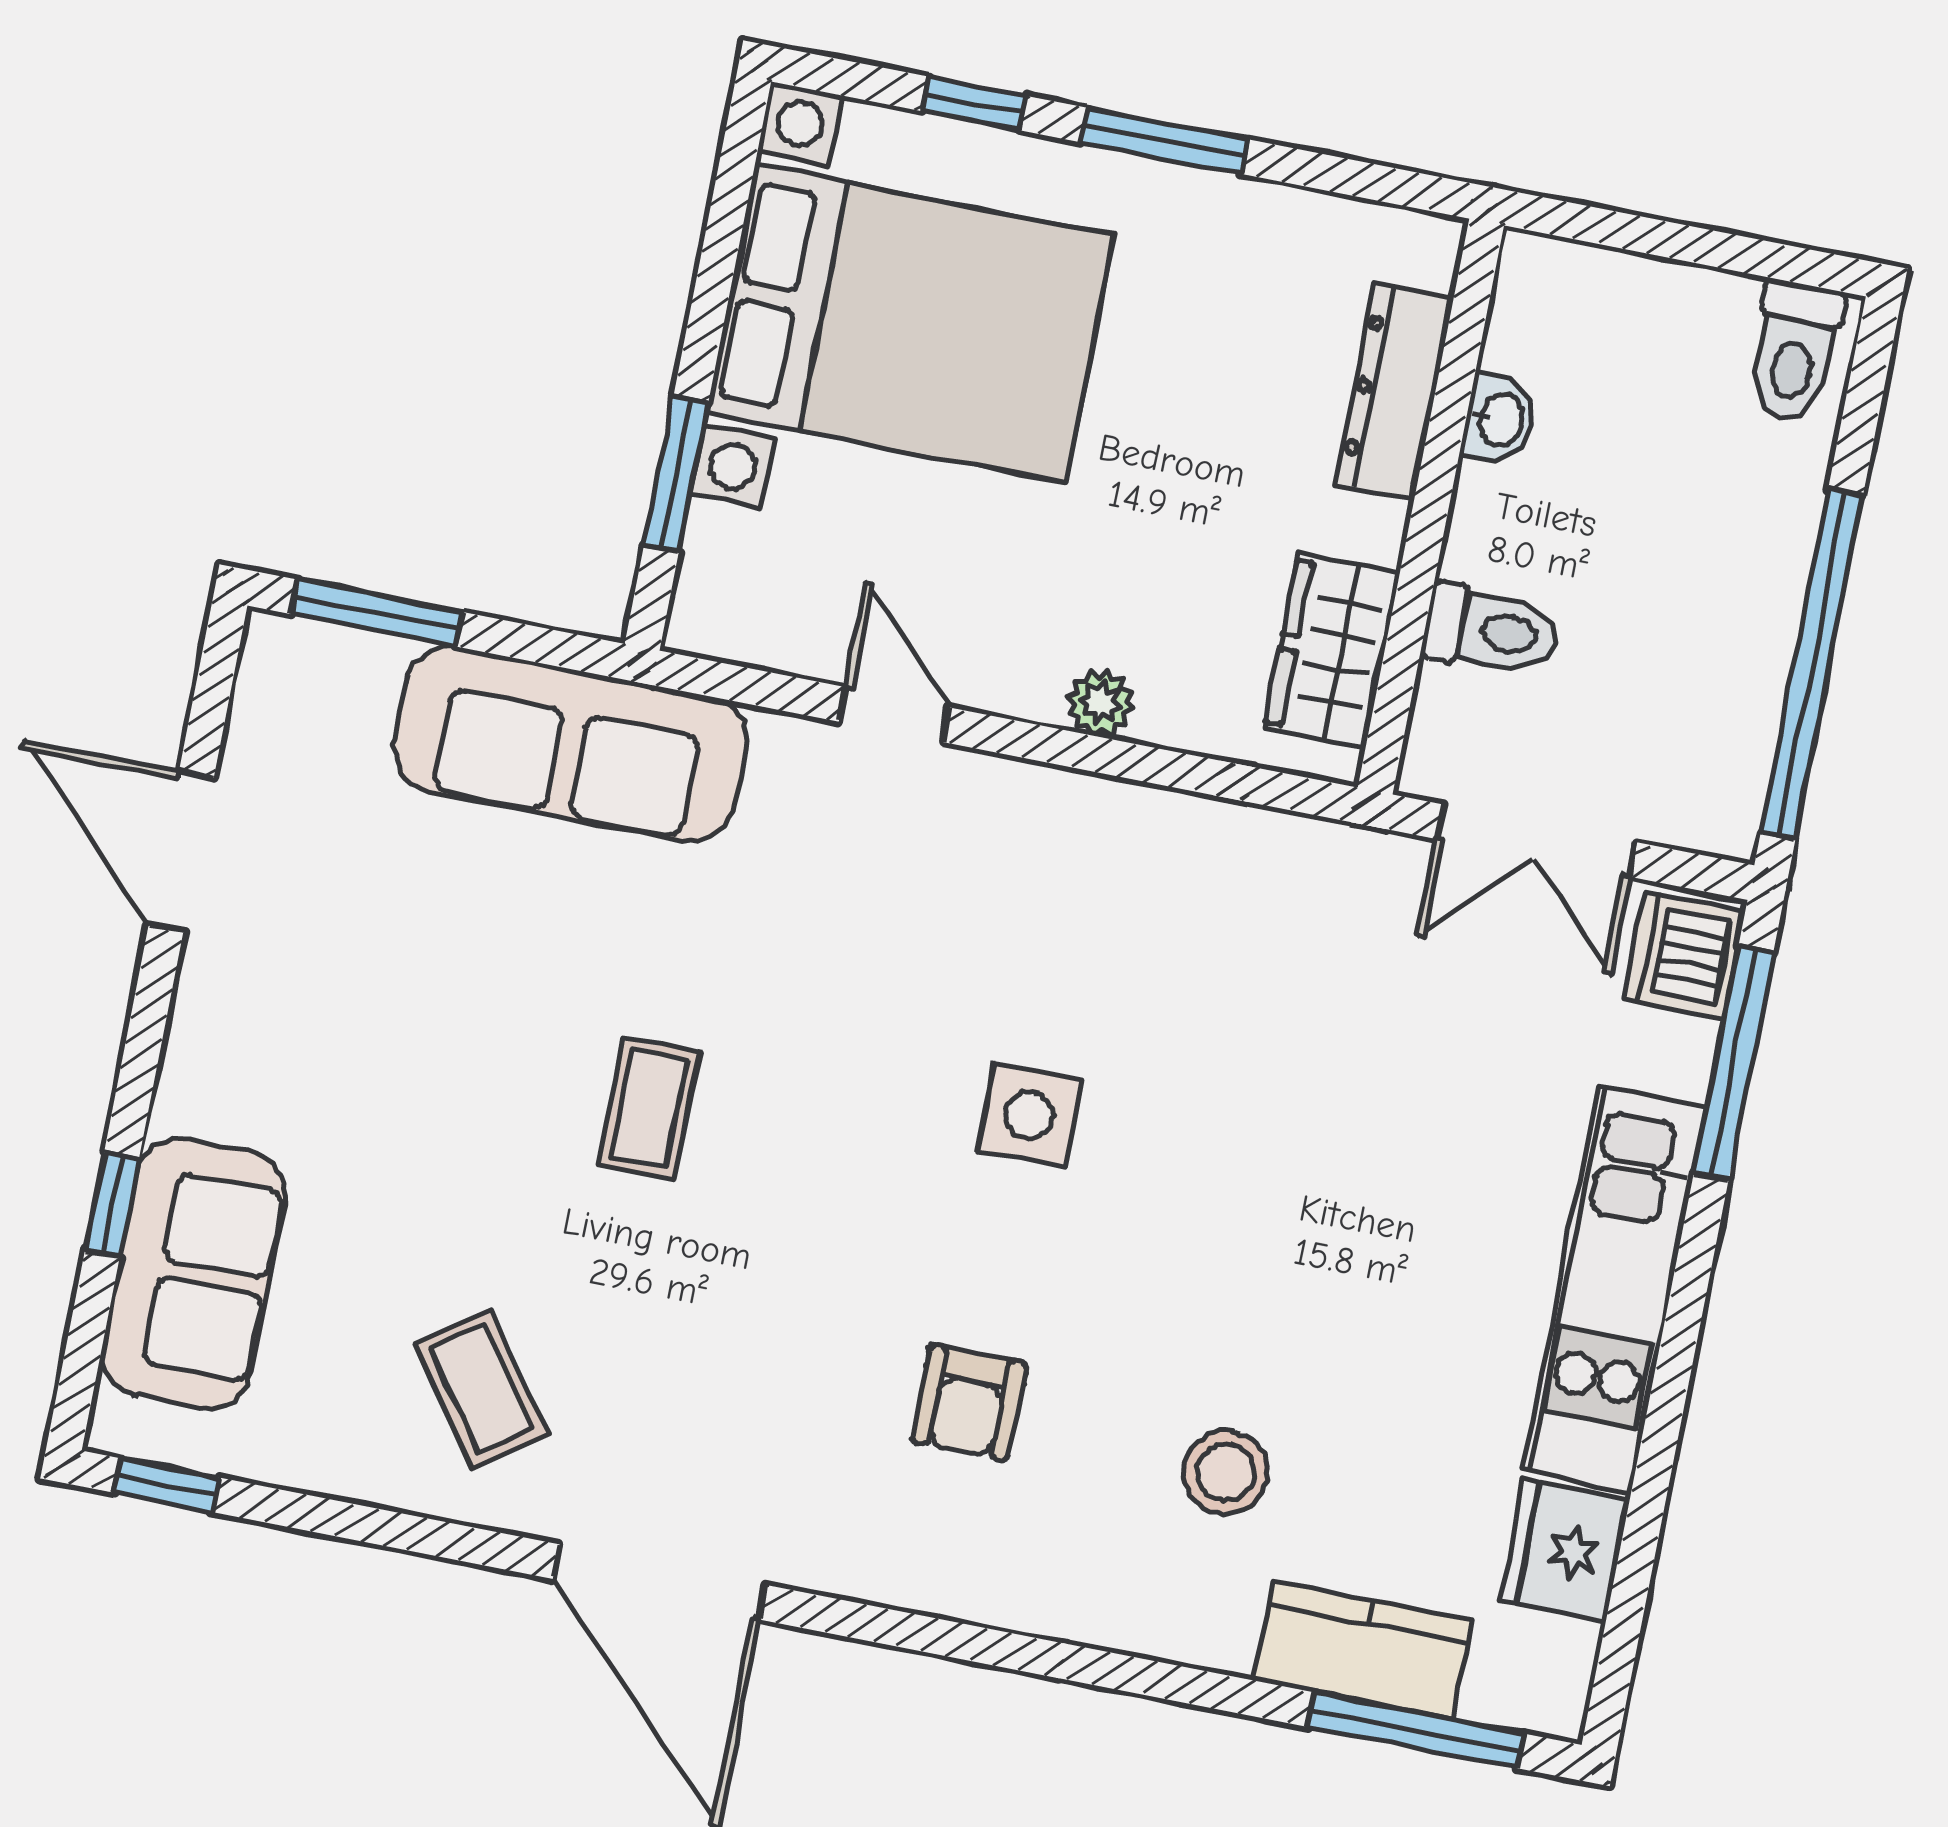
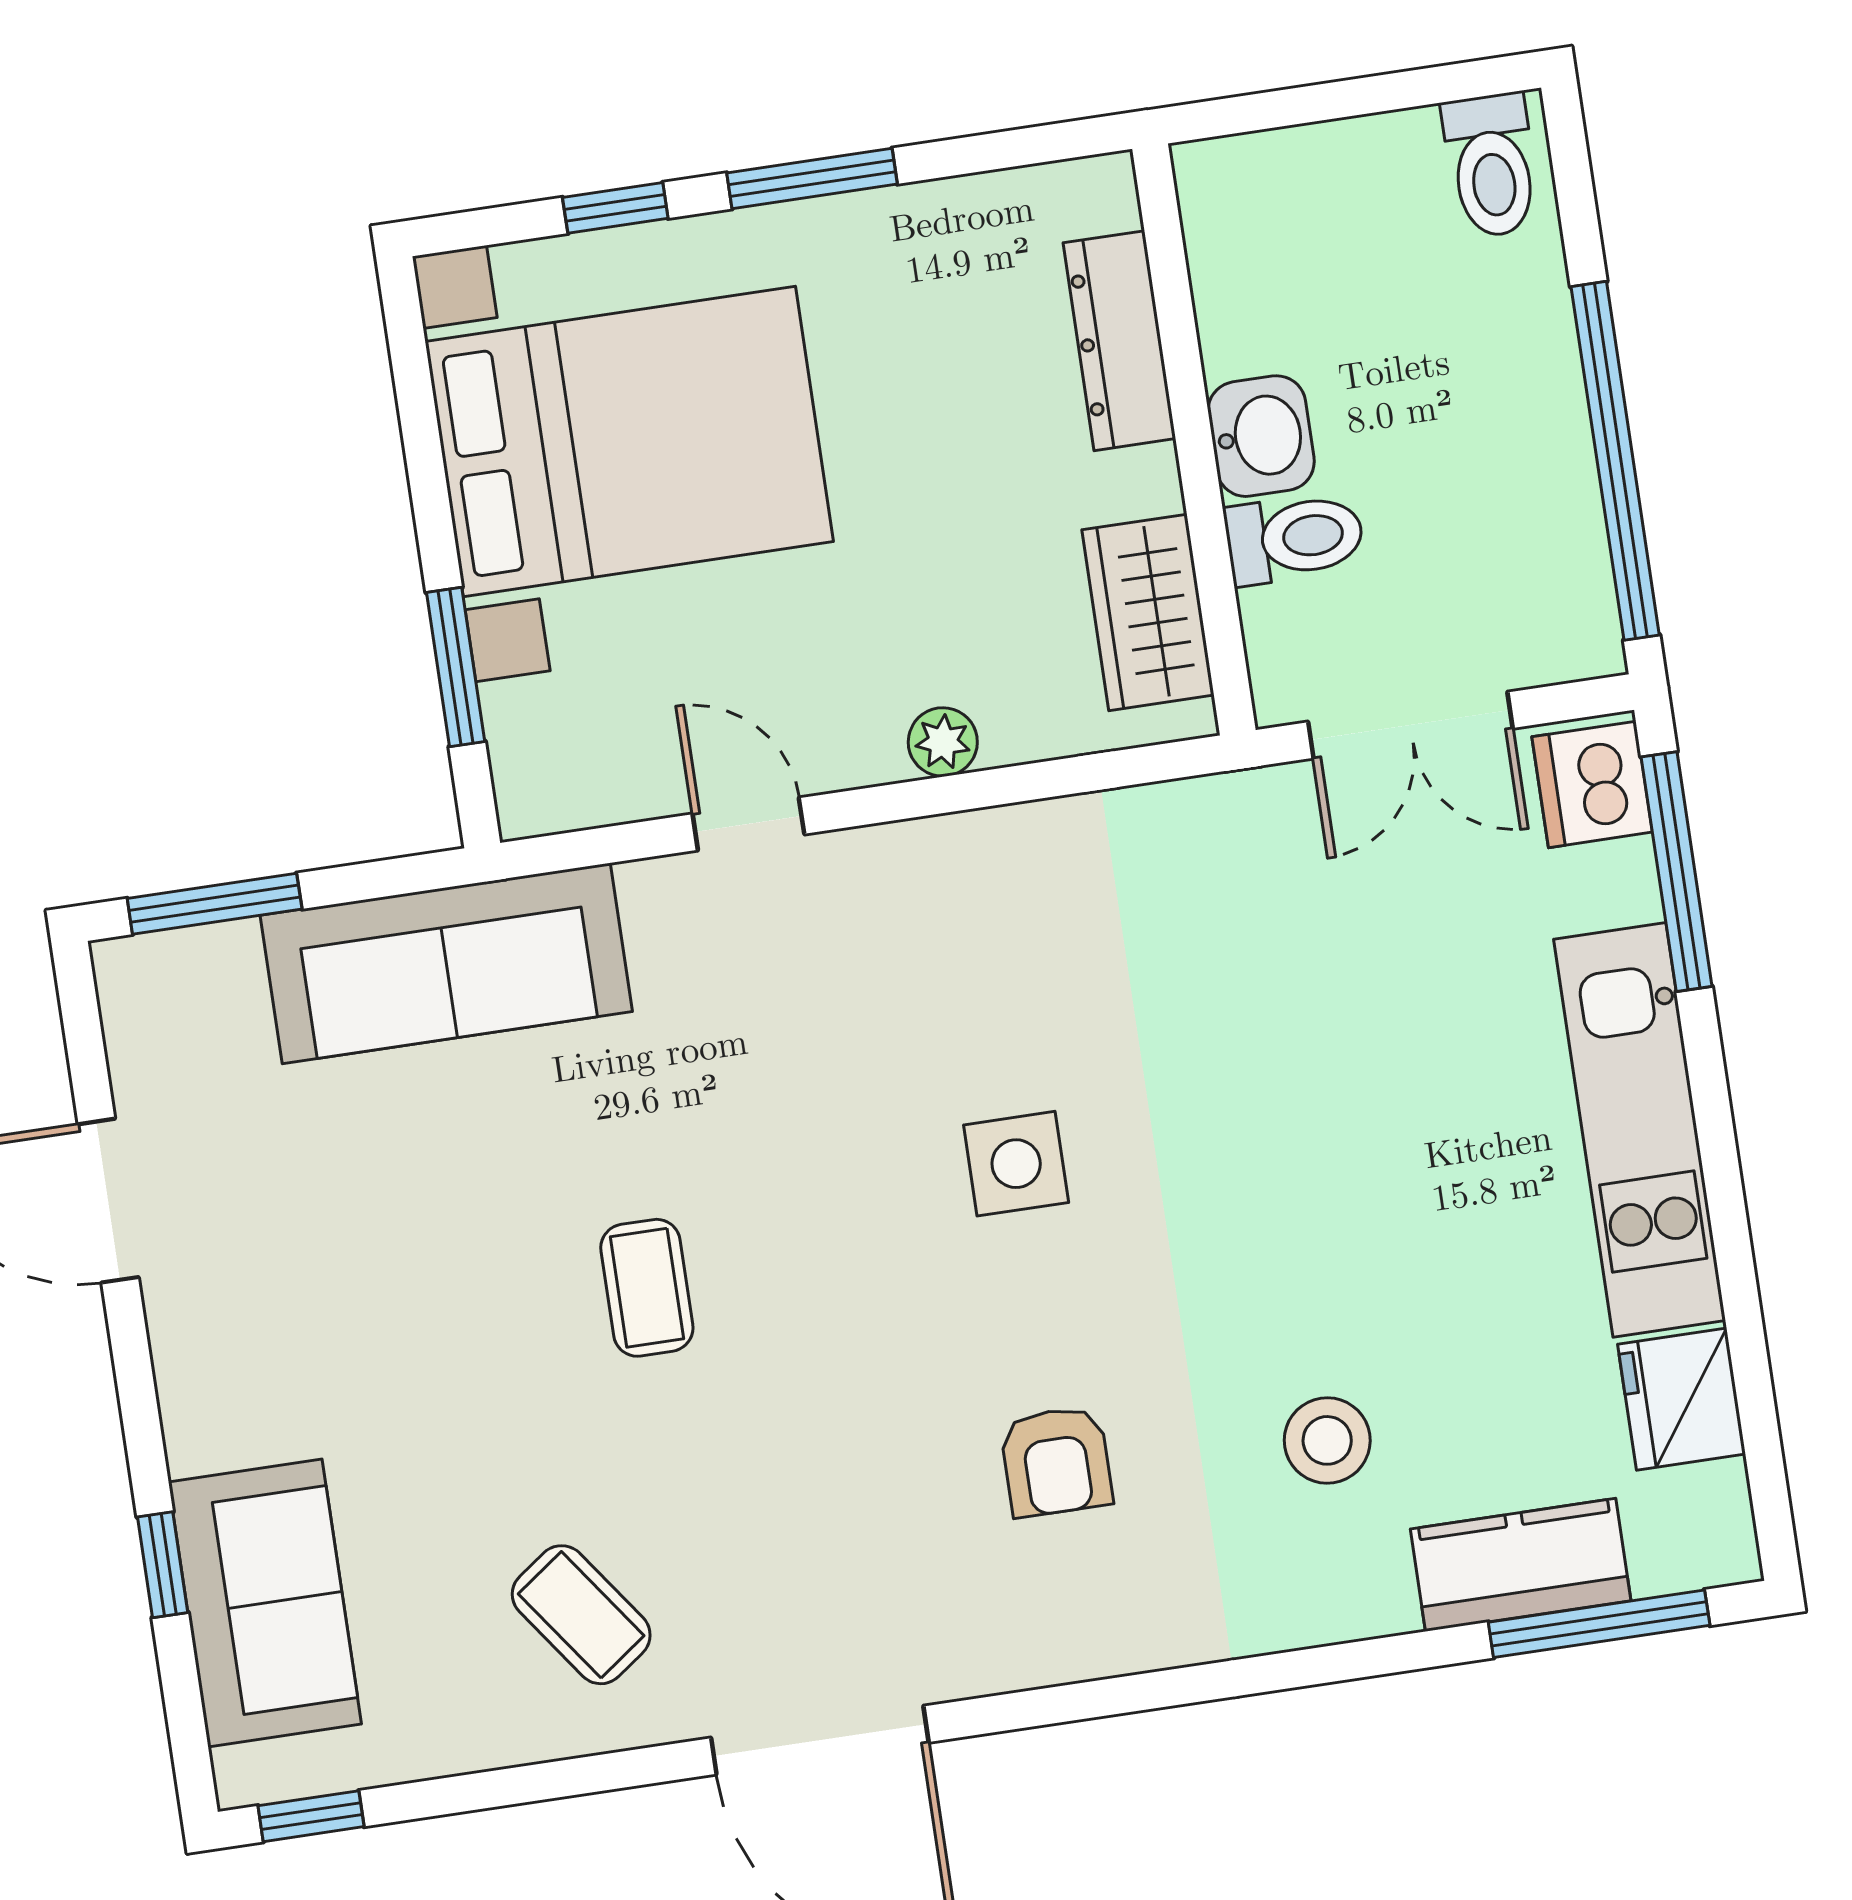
washbasin: (1500, 419) -> (1261, 436), moved, width x1.38, depth x1.45

